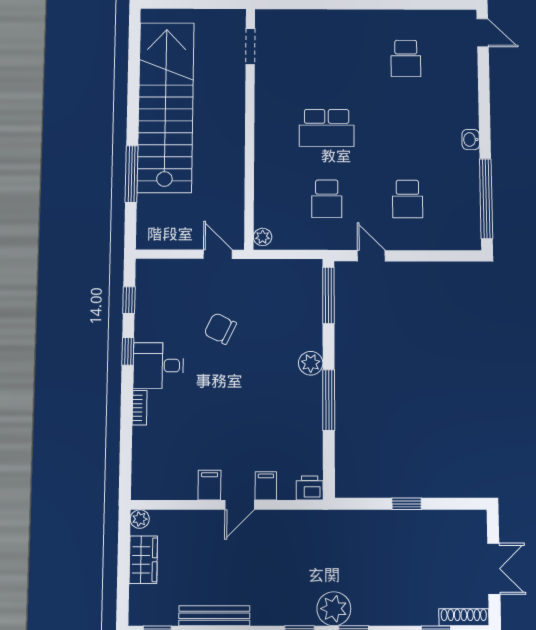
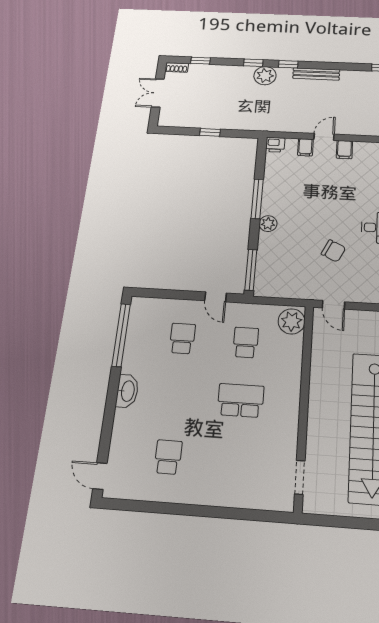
washbasin: (471, 140) -> (127, 391), width x1.91, depth x1.45
plant: (263, 237) -> (292, 321), width x1.87, depth x1.87
bench: (214, 616) -> (316, 74), moved
shoe rack: (464, 617) -> (177, 67), width x0.70

